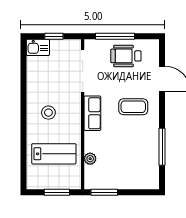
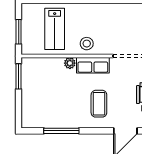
stool: (48, 113) -> (87, 44), moved
plant: (90, 159) -> (70, 63), moved

